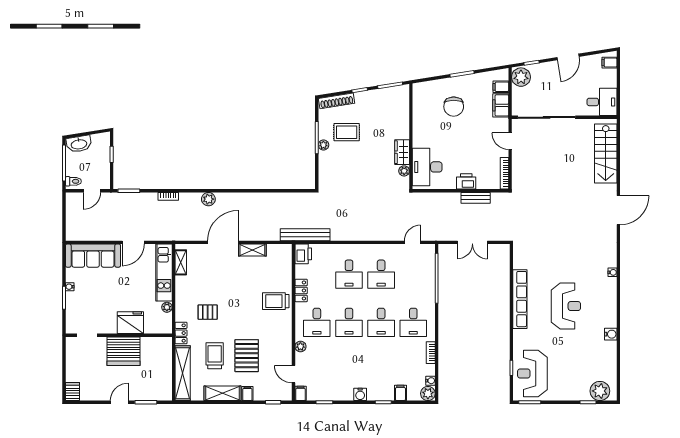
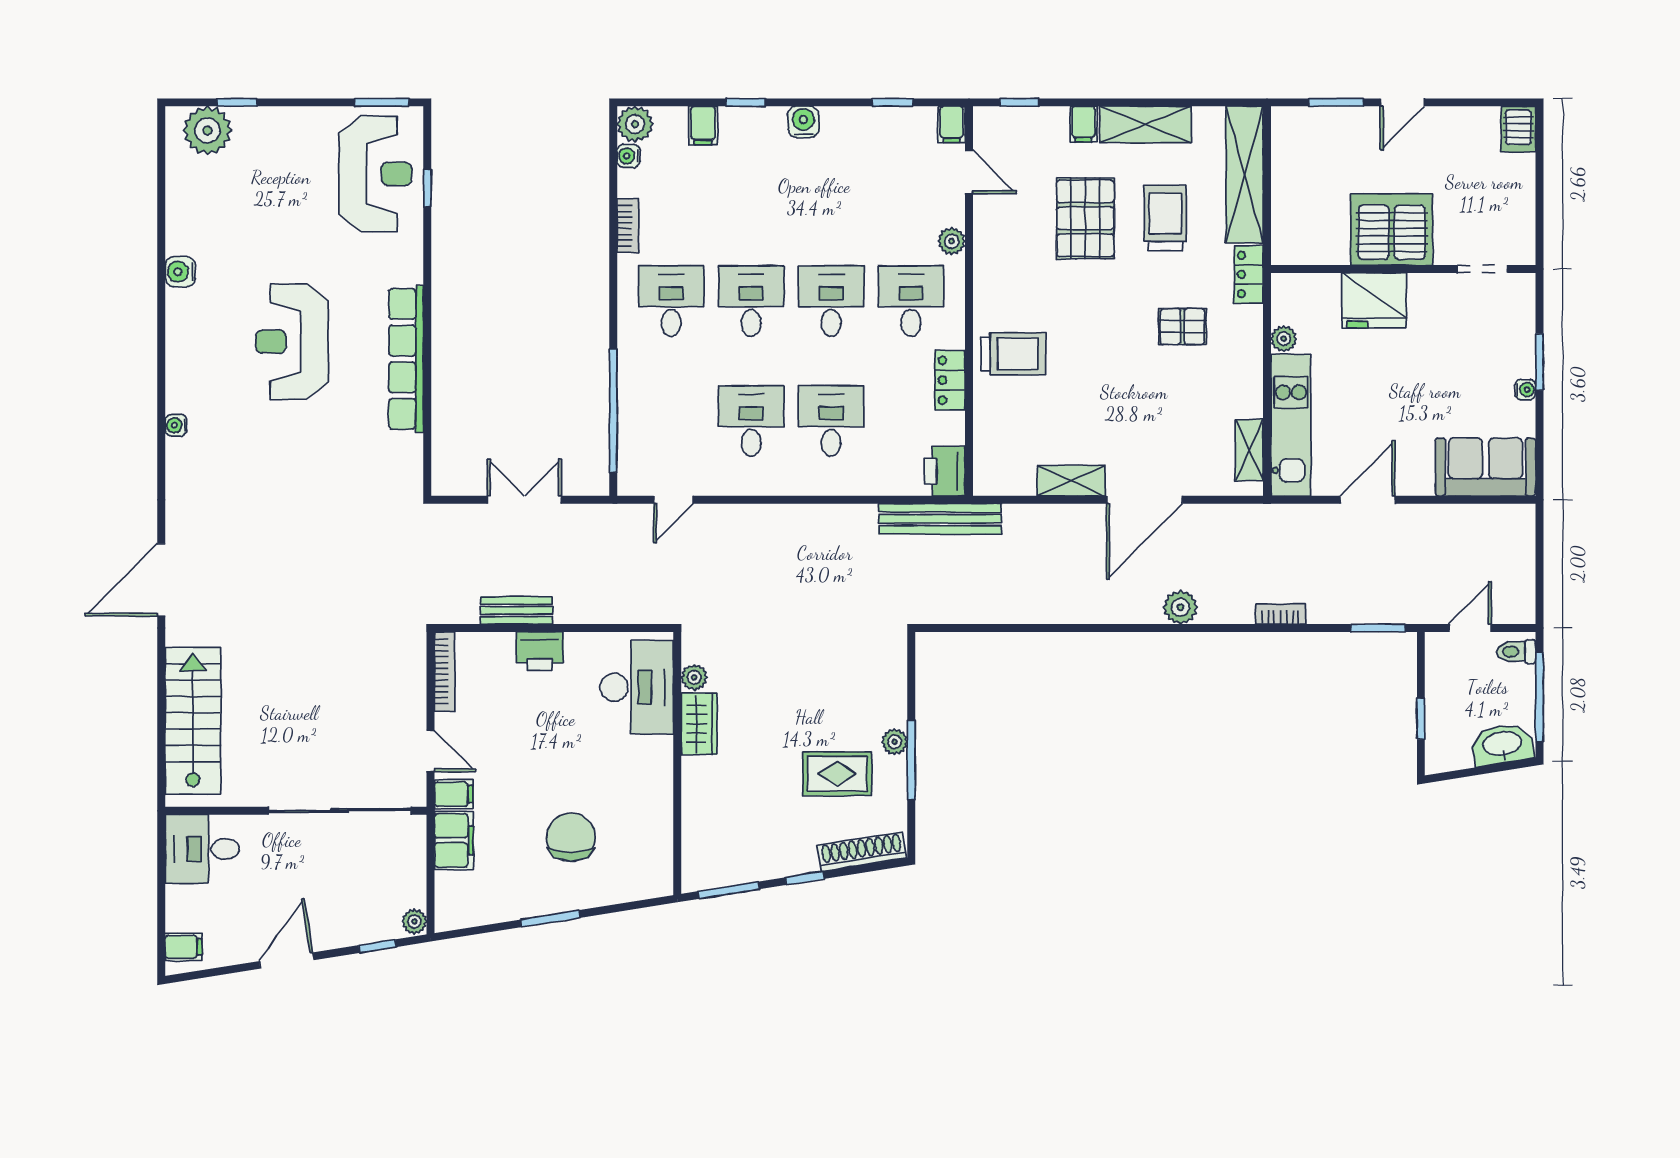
plant: (521, 77) -> (414, 921), width x0.53, depth x0.53
filing cabinet: (501, 87) -> (454, 794), moved
sofa: (93, 256) -> (1485, 467), width x0.73
trolley: (215, 356) -> (1165, 218), turned 180

